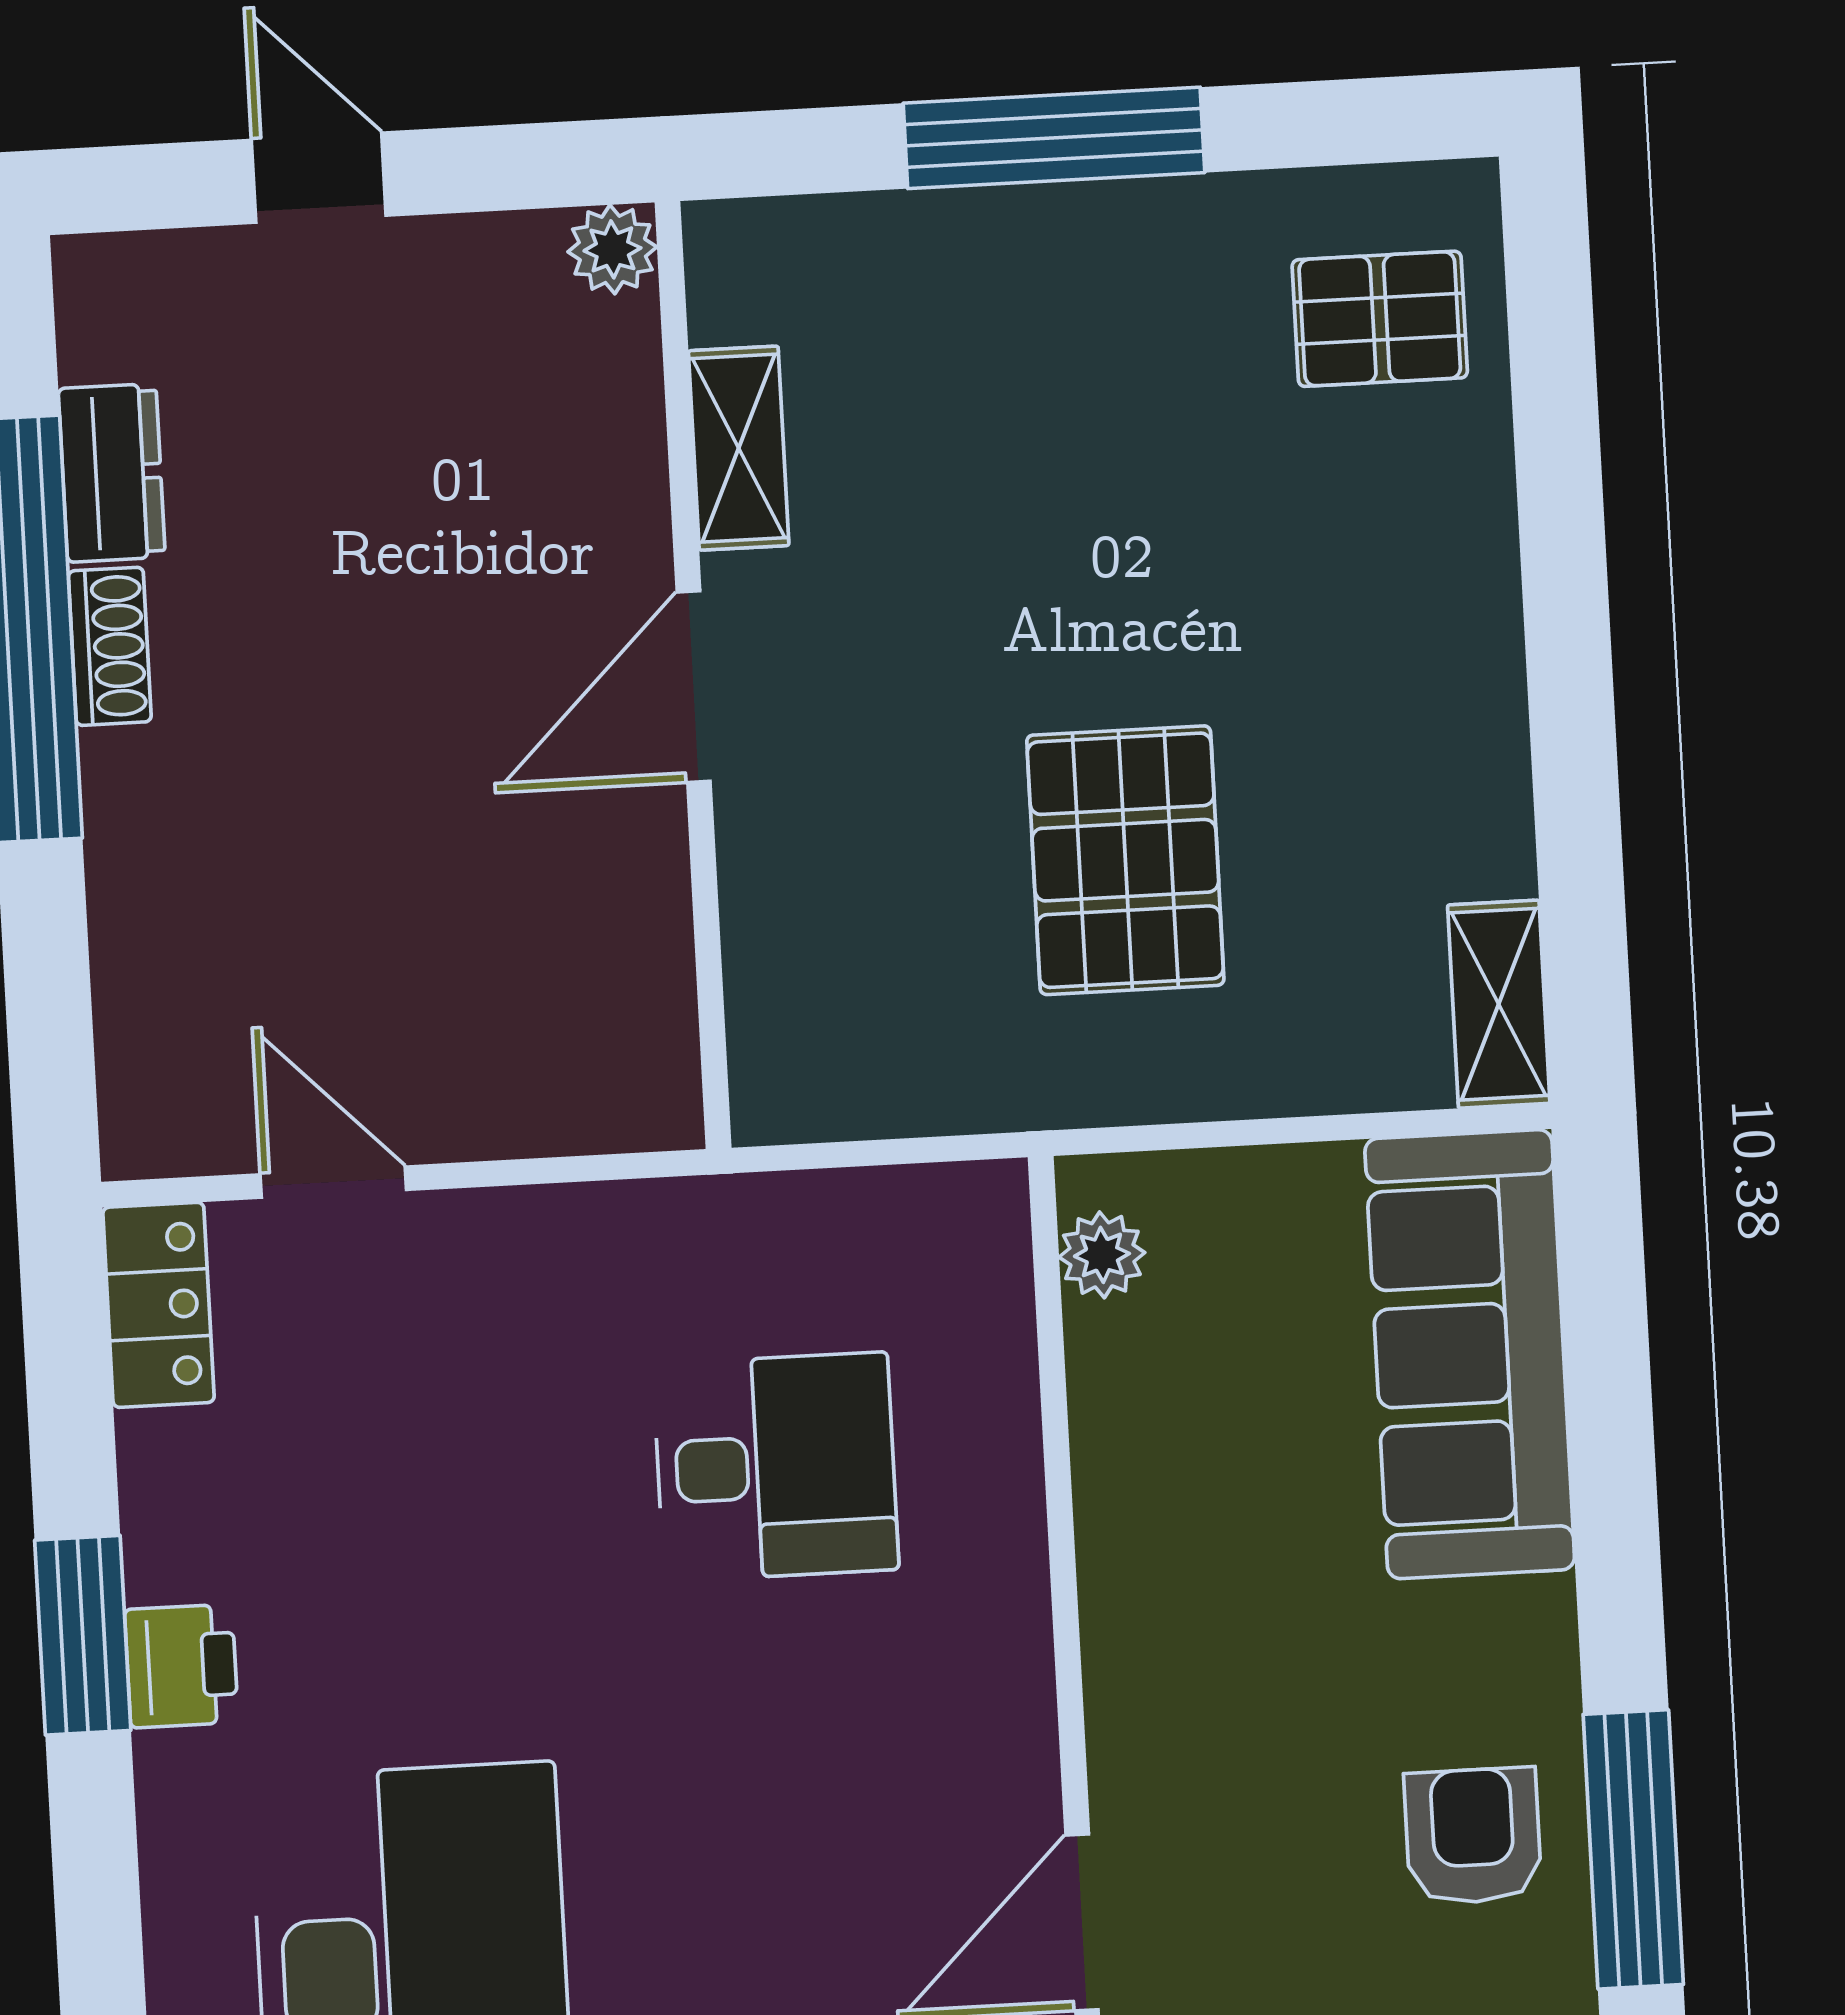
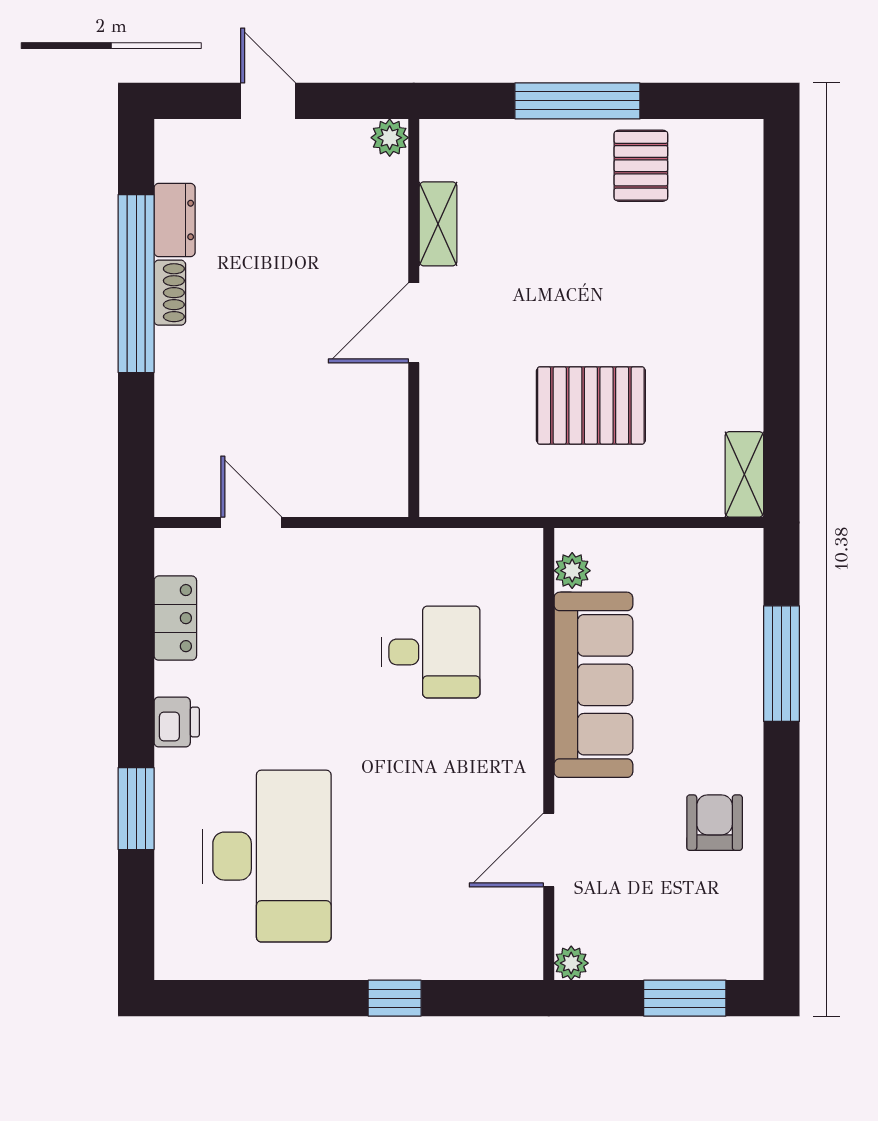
pallet: (1380, 319) -> (641, 166), moved, turned 90
pallet: (1125, 860) -> (591, 405), turned 90
locker: (158, 1305) -> (175, 618), moved
sofa: (1470, 1354) -> (593, 685), moved, turned 180
window: (83, 1635) -> (136, 809), moved
window: (1633, 1849) -> (782, 664), moved

